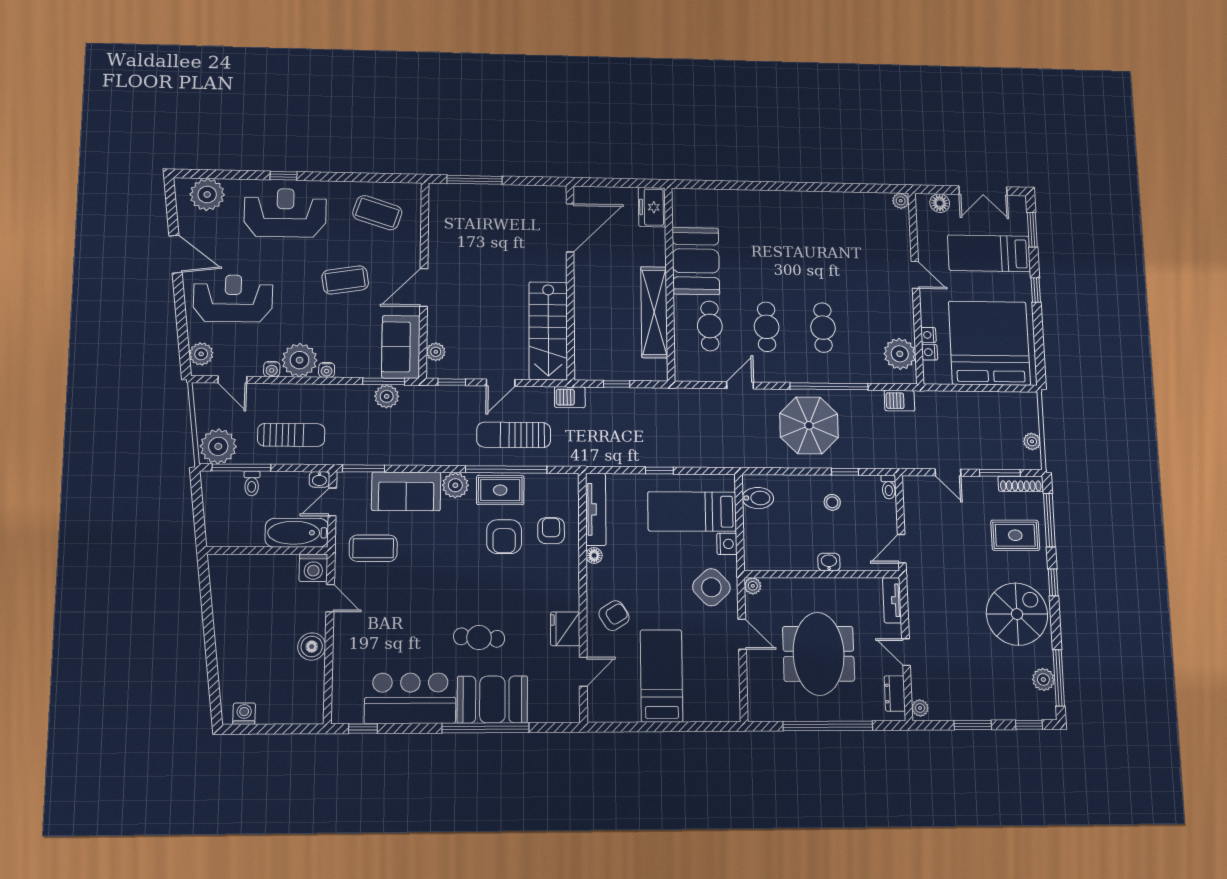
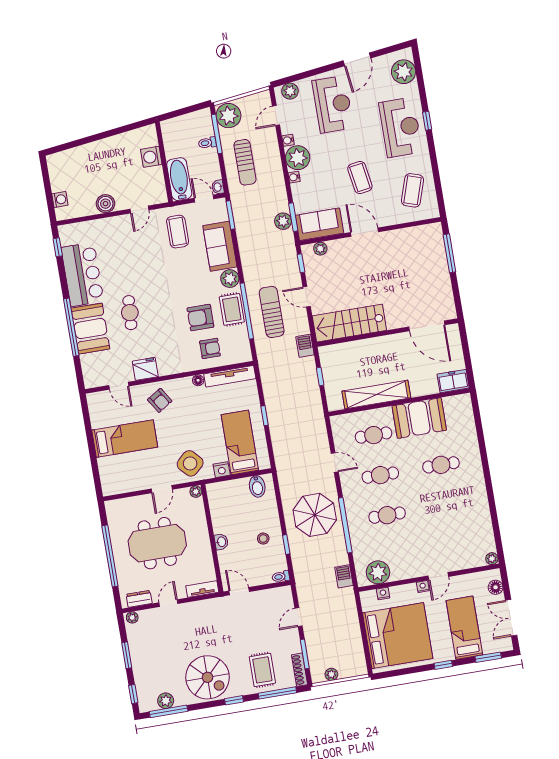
cafe table: (764, 244) -> (441, 465), added
nightstand: (928, 335) -> (423, 587), moved
washing machine: (313, 568) -> (151, 157), moved
washing machine: (244, 714) -> (60, 199), moved

